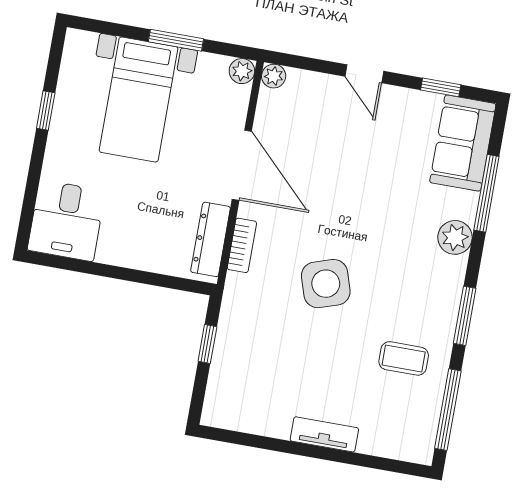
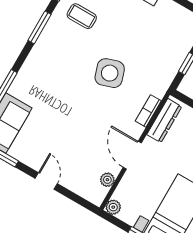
plant: (274, 76) -> (107, 180), moved
door: (242, 165) -> (132, 155), width x0.73
plant: (455, 237) -> (29, 73), removed

